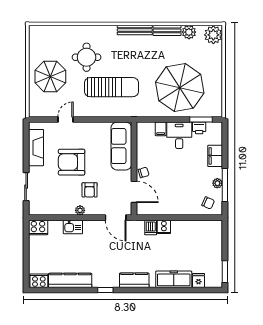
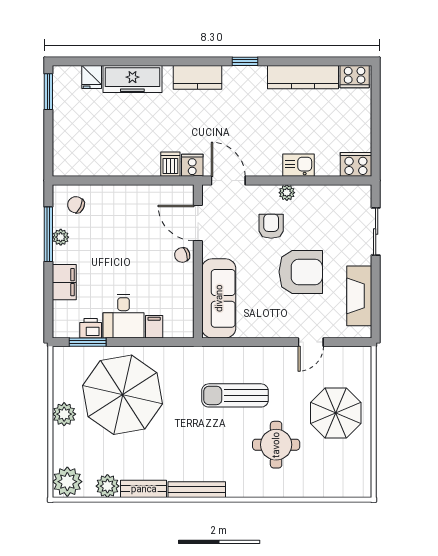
plant: (215, 76) -> (64, 414), added
sun lounger: (111, 87) -> (235, 395), width x0.73, depth x0.75
cooker: (164, 227) -> (192, 165), moved

